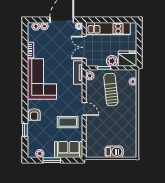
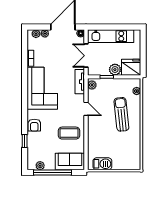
sun lounger: (111, 90) -> (121, 114), moved
door: (84, 109) -> (86, 109), moved
barbecue: (114, 152) -> (102, 164), moved
window: (52, 160) -> (53, 172), width x2.11

